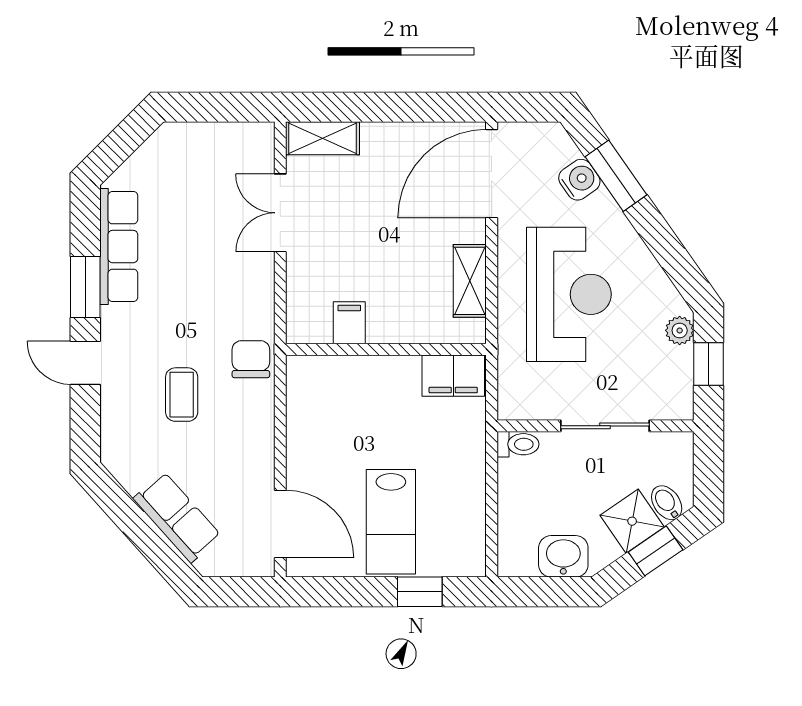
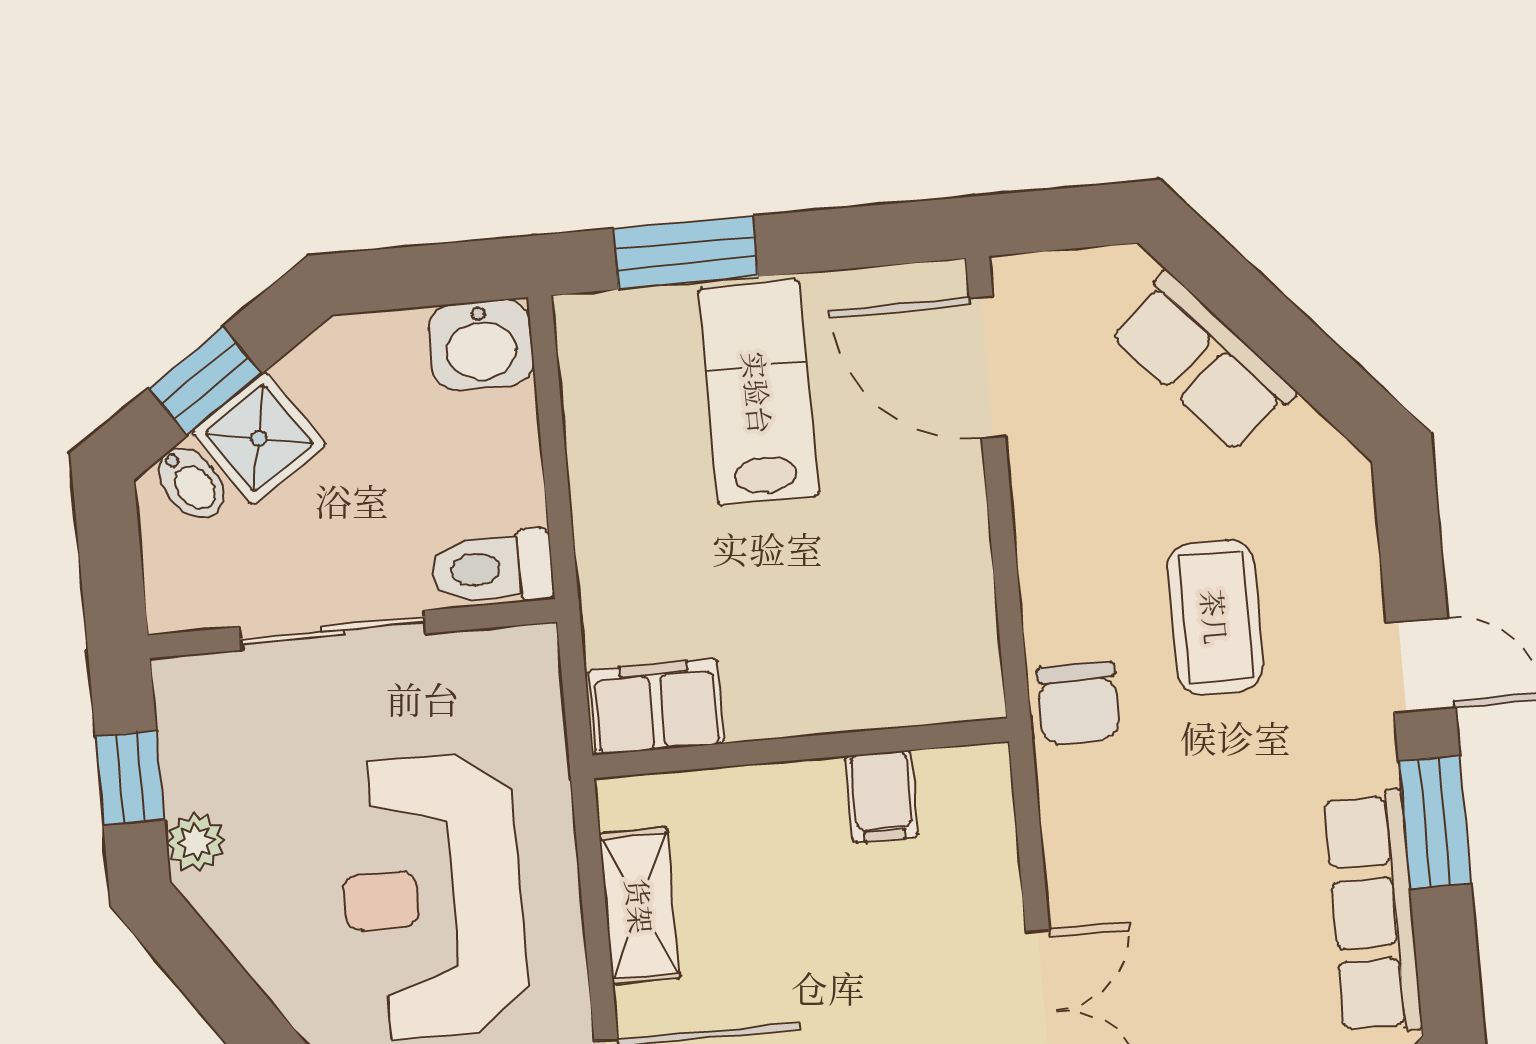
coffee table: (182, 395) -> (1215, 617), width x1.36, depth x1.30
toilet: (518, 444) -> (492, 568), width x1.37, depth x1.39
washbasin: (563, 556) -> (481, 345), moved
window: (420, 592) -> (686, 253), width x1.50

